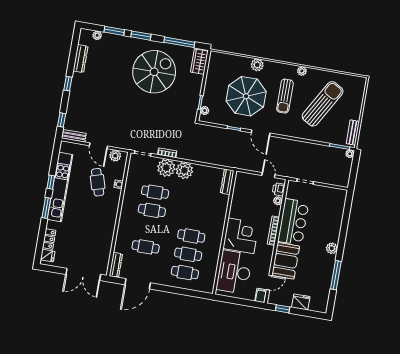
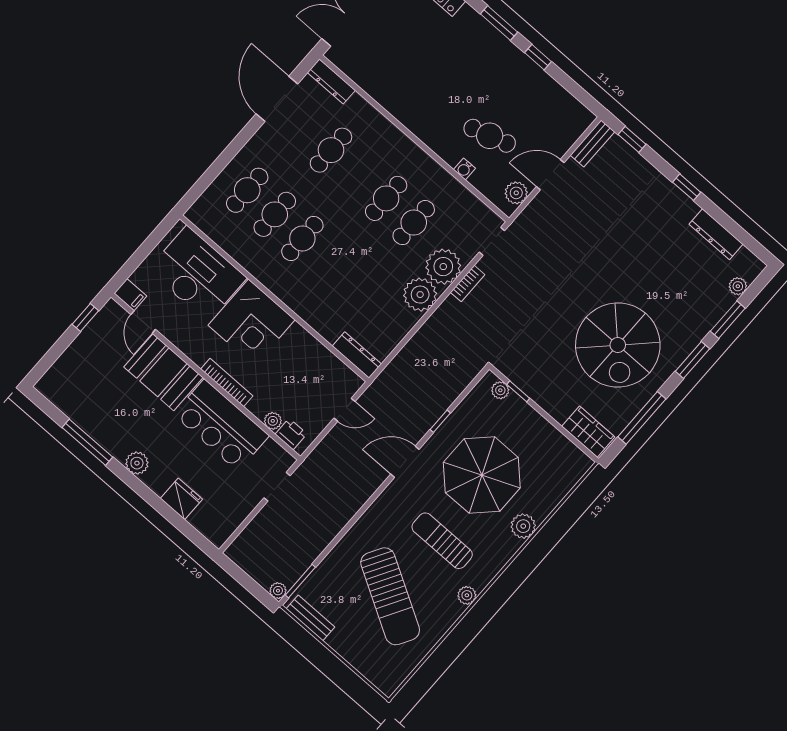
door: (268, 175) -> (344, 410), moved
kitchen unit: (60, 187) -> (520, 68), removed
fridge: (301, 302) -> (181, 499), moved, turned -90

